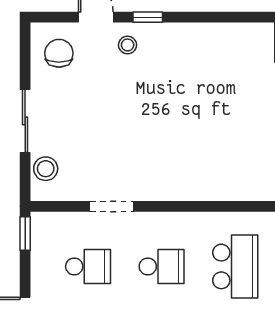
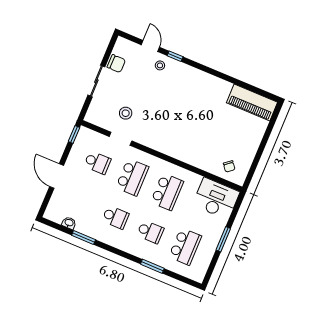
chair: (59, 53) -> (116, 64), moved, turned 90
stool: (46, 169) -> (126, 113), moved
school desk: (162, 266) -> (132, 177), width x1.85

